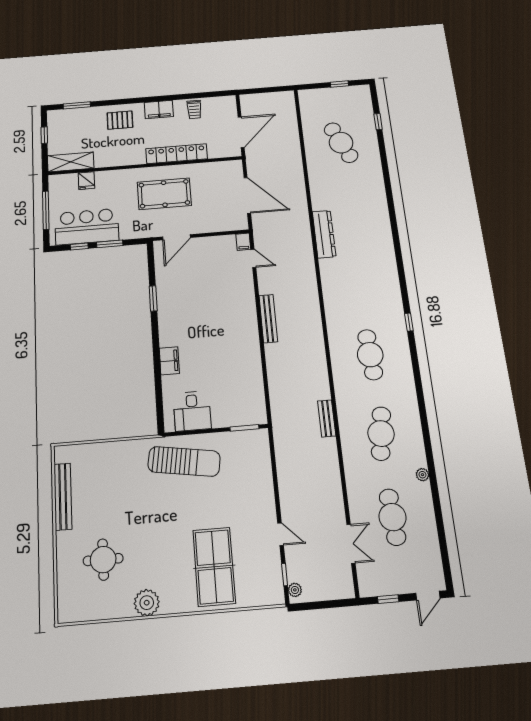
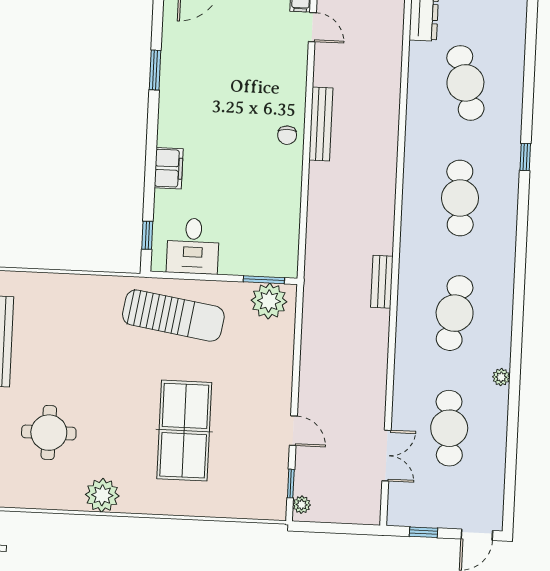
cafe table: (360, 280) -> (465, 83), added
chair: (247, 329) -> (287, 135), added
window: (160, 408) -> (147, 235), added
plant: (250, 442) -> (269, 301), added
table tennis table: (214, 567) -> (184, 431), moved

